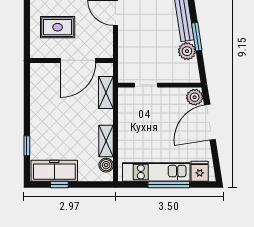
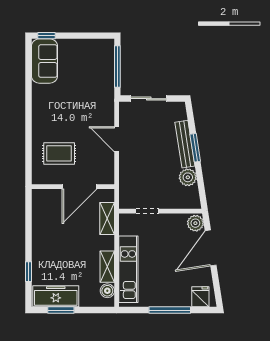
window: (197, 37) -> (195, 148), moved
kitchen unit: (156, 172) -> (128, 269), moved, turned 90
window: (59, 185) -> (61, 310), width x1.50

